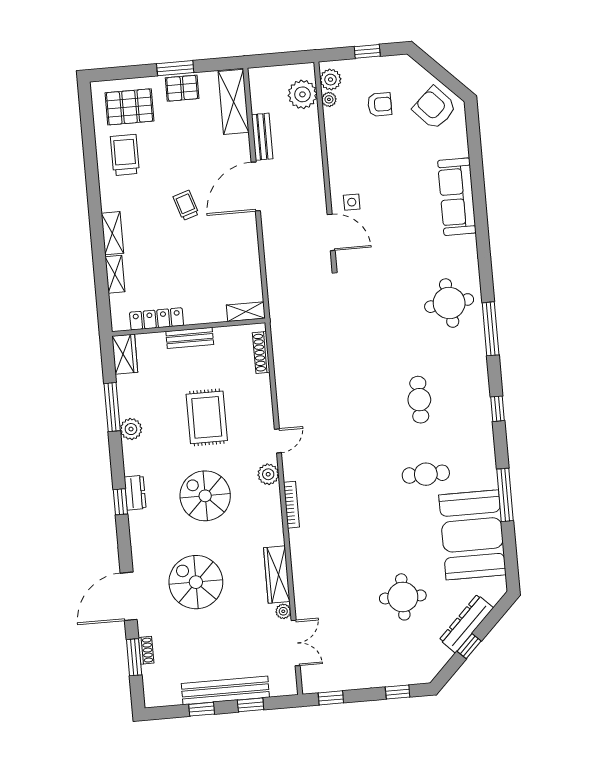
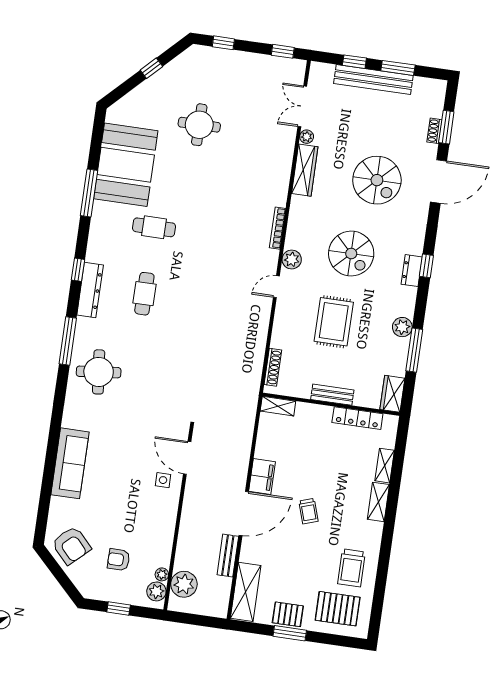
filing cabinet: (245, 231) -> (262, 477), added
dresser: (466, 624) -> (90, 290), moved, turned -45
window: (202, 709) -> (398, 68), width x1.50

